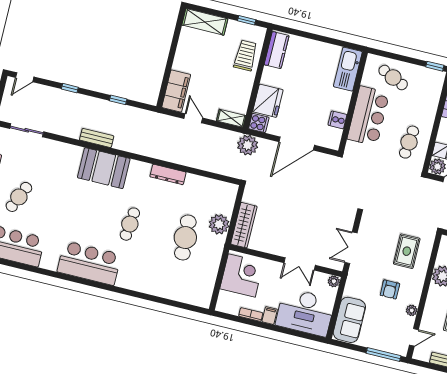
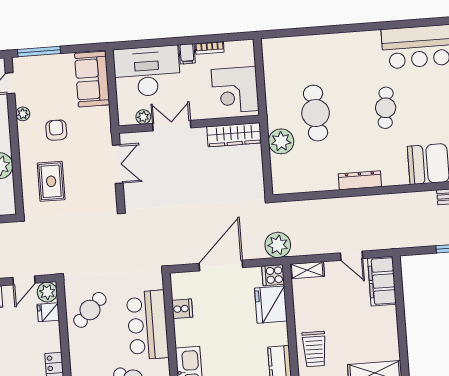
cafe table: (409, 142) -> (90, 310), turned 39
wardrobe: (244, 225) -> (234, 135), moved, turned -90
plant: (334, 281) -> (143, 117), moved

